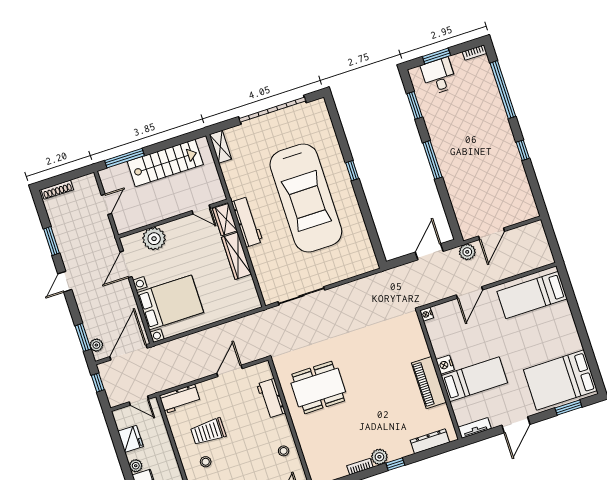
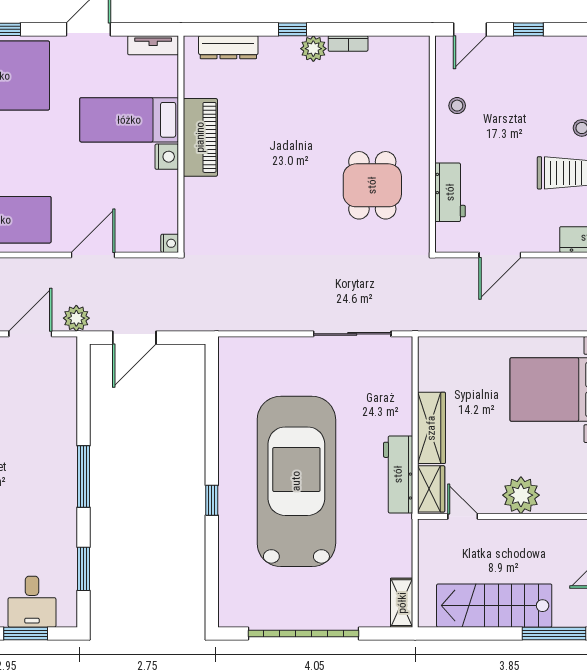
plant: (154, 239) -> (521, 495), moved
dining table: (318, 387) -> (372, 185), width x0.73

